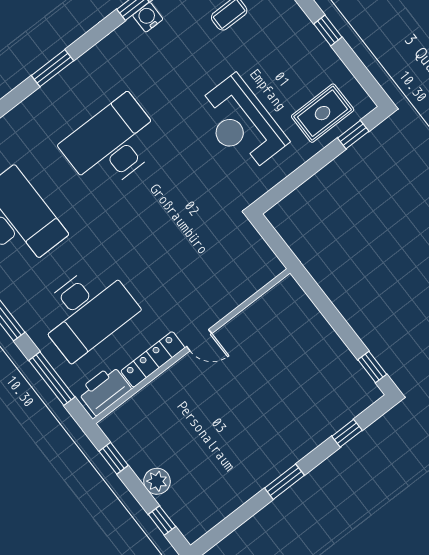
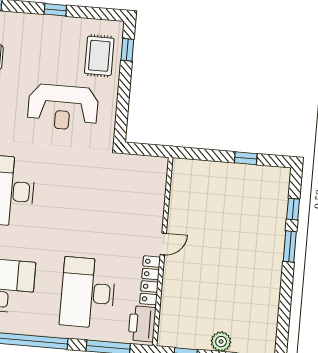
desk: (86, 311) -> (88, 293), turned 180
window: (372, 367) -> (246, 158), moved
window: (284, 482) -> (290, 247), moved

